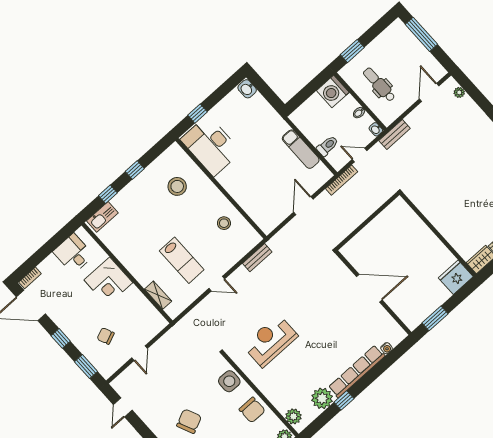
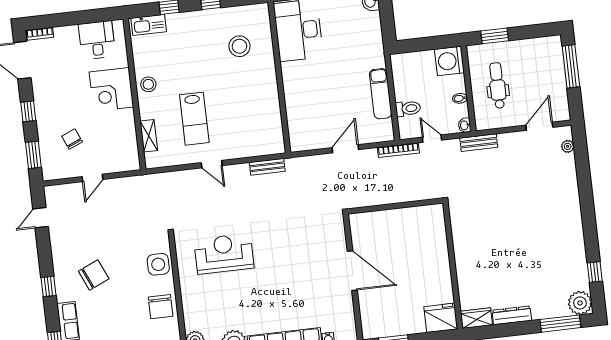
stool: (224, 223) -> (148, 84), moved

